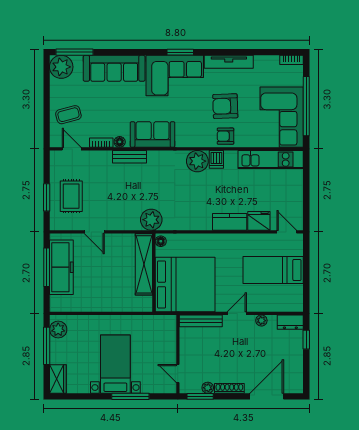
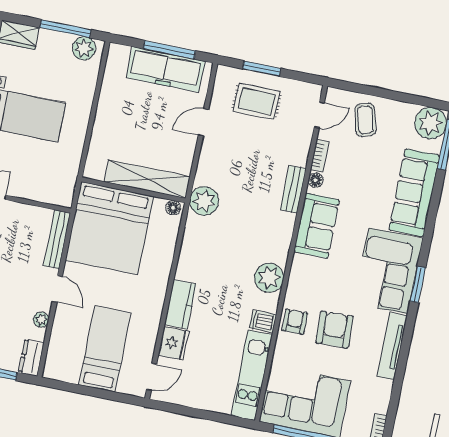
dishwasher: (216, 159) -> (263, 321), moved

